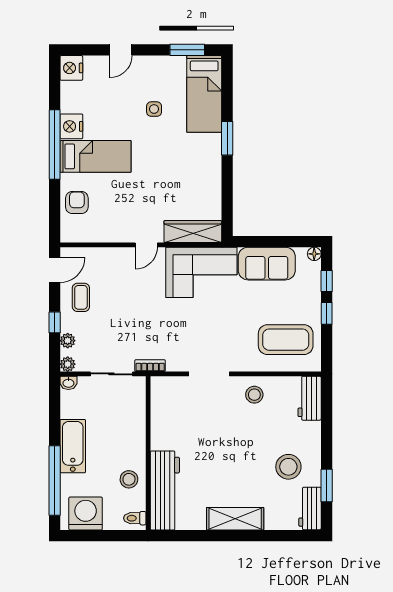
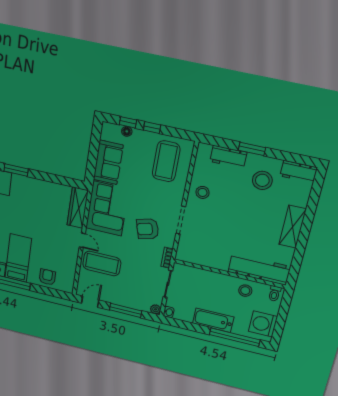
armchair: (77, 203) -> (47, 277), turned 90
floor lamp: (314, 254) -> (127, 131), moved
door: (55, 270) -> (90, 302), hinge flipped
coffee table: (81, 297) -> (102, 263), moved, width x1.86, depth x1.72
window: (55, 322) -> (125, 310), width x2.17
armchair: (186, 332) -> (148, 229), added
plant: (68, 341) -> (139, 305), removed
workbench: (310, 398) -> (228, 157), moved
window: (327, 485) -> (252, 149), moved

